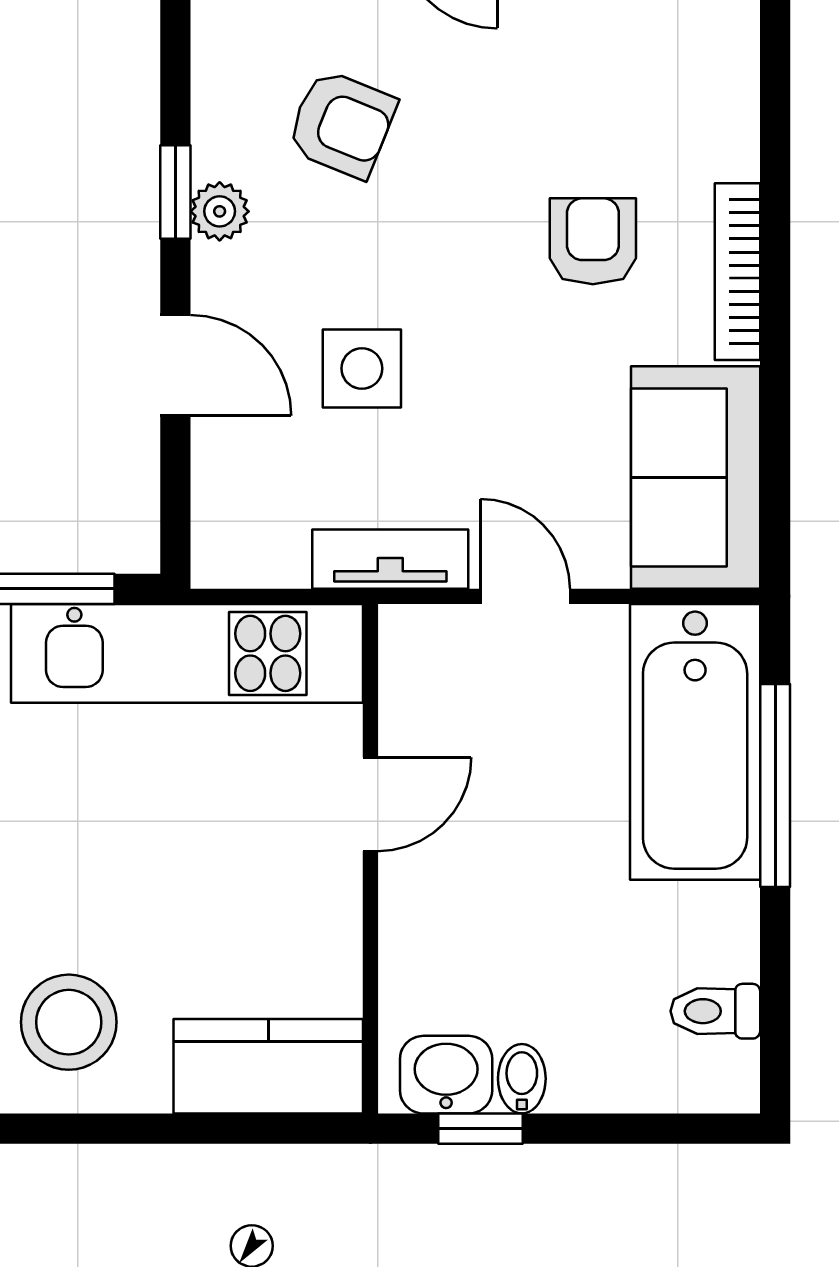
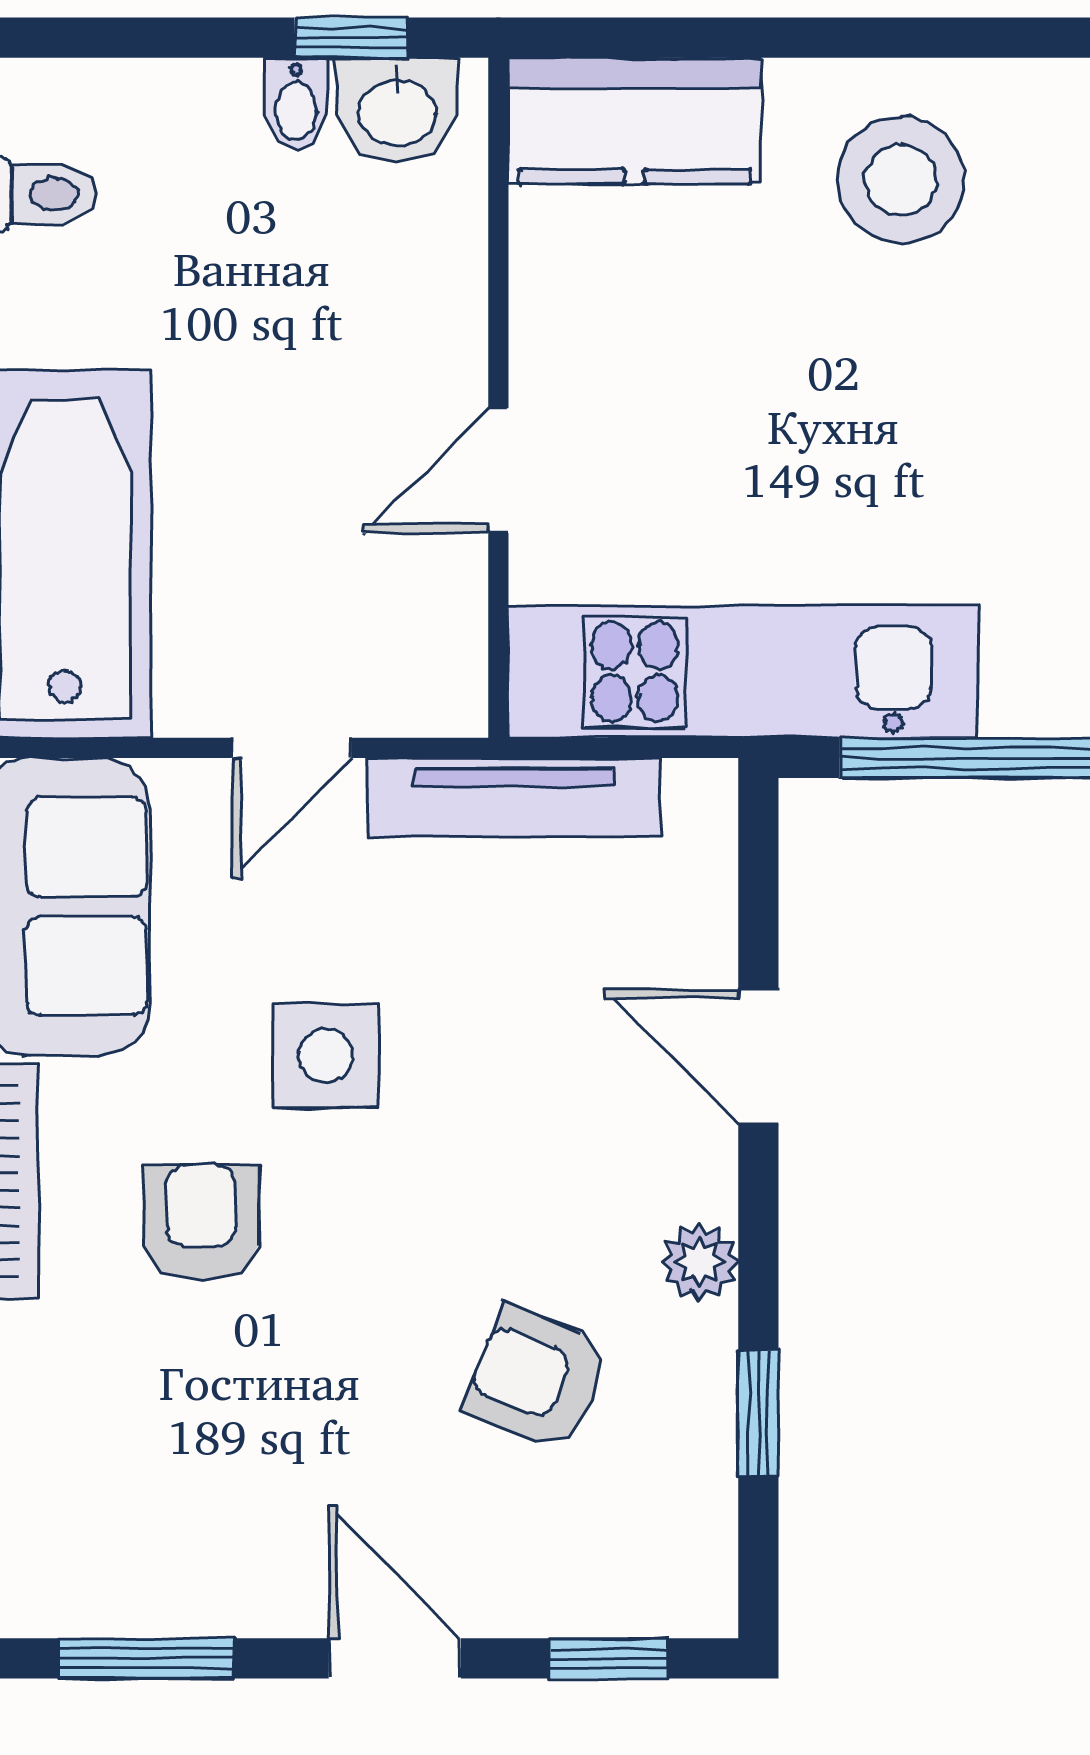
window: (175, 192) -> (758, 1413), moved
armchair: (593, 241) -> (201, 1222), turned 180
side table: (362, 368) -> (326, 1056), moved
tv unit: (390, 559) -> (514, 798), width x1.41
door: (525, 596) -> (292, 748), hinge flipped

